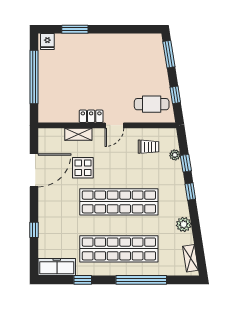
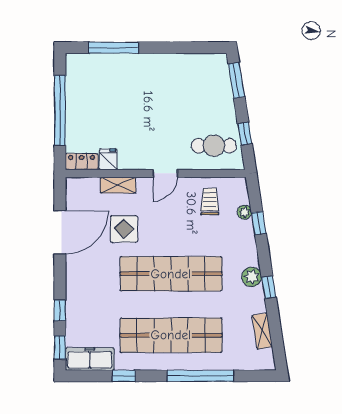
window: (75, 29) -> (113, 48), width x1.44
fridge: (47, 41) -> (108, 159), moved, turned 180
locker: (91, 116) -> (82, 162), moved
trolley: (148, 147) -> (210, 201), turned -90
window: (190, 191) -> (269, 287), moved
plant: (184, 224) -> (252, 277), moved
window: (34, 258) -> (60, 347), added
shelving: (190, 258) -> (262, 331), moved

